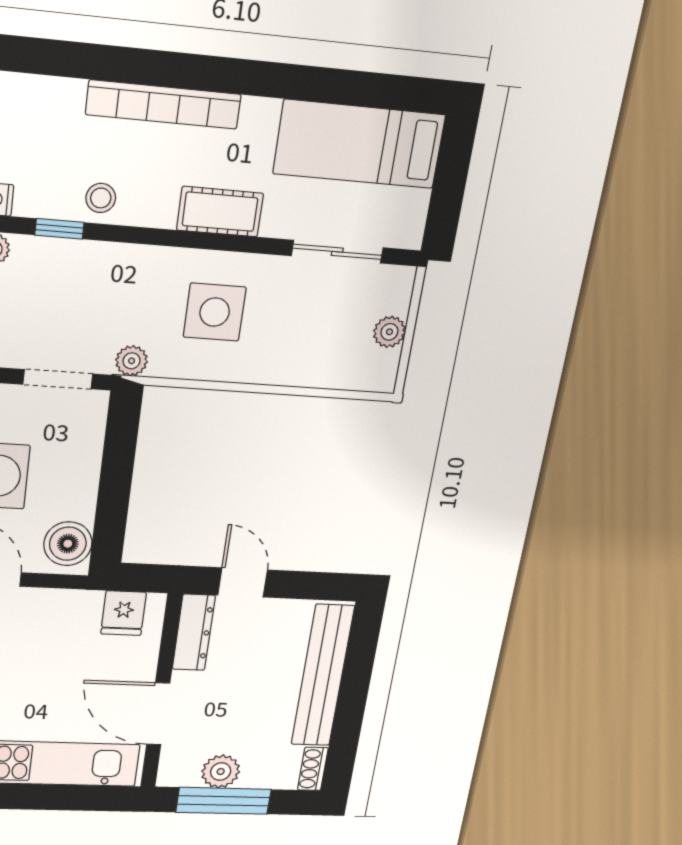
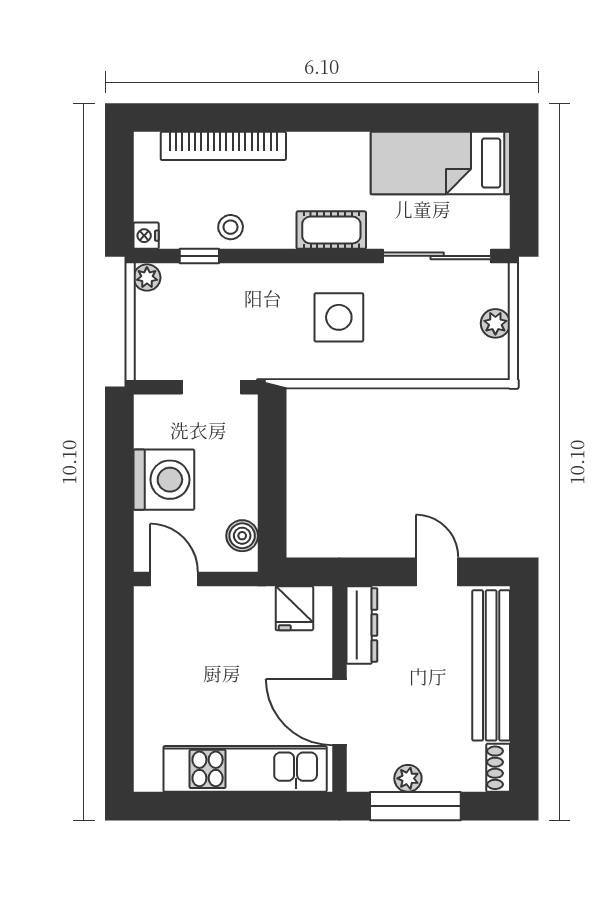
bookcase: (164, 104) -> (223, 146), moved
sliding door: (337, 252) -> (437, 256), width x1.37
plant: (132, 361) -> (273, 366), removed
boiler: (68, 544) -> (242, 536), width x0.73, depth x0.73
door: (243, 582) -> (437, 572), moved
plant: (221, 771) -> (408, 778), width x0.73, depth x0.73

